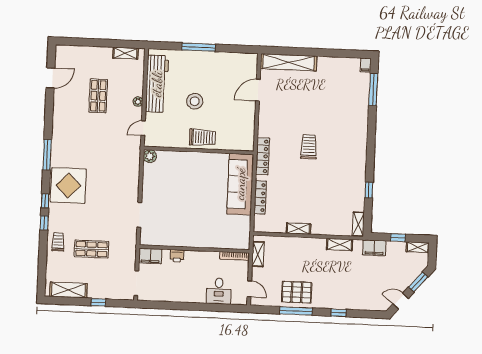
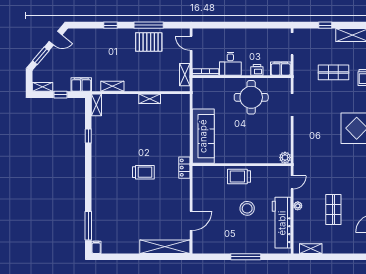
trolley: (309, 147) -> (143, 172), turned -90
locker: (263, 156) -> (184, 168), width x0.66
locker: (260, 197) -> (185, 125), removed
round table: (185, 225) -> (251, 97), added
desk: (219, 291) -> (230, 64), moved, turned 180

